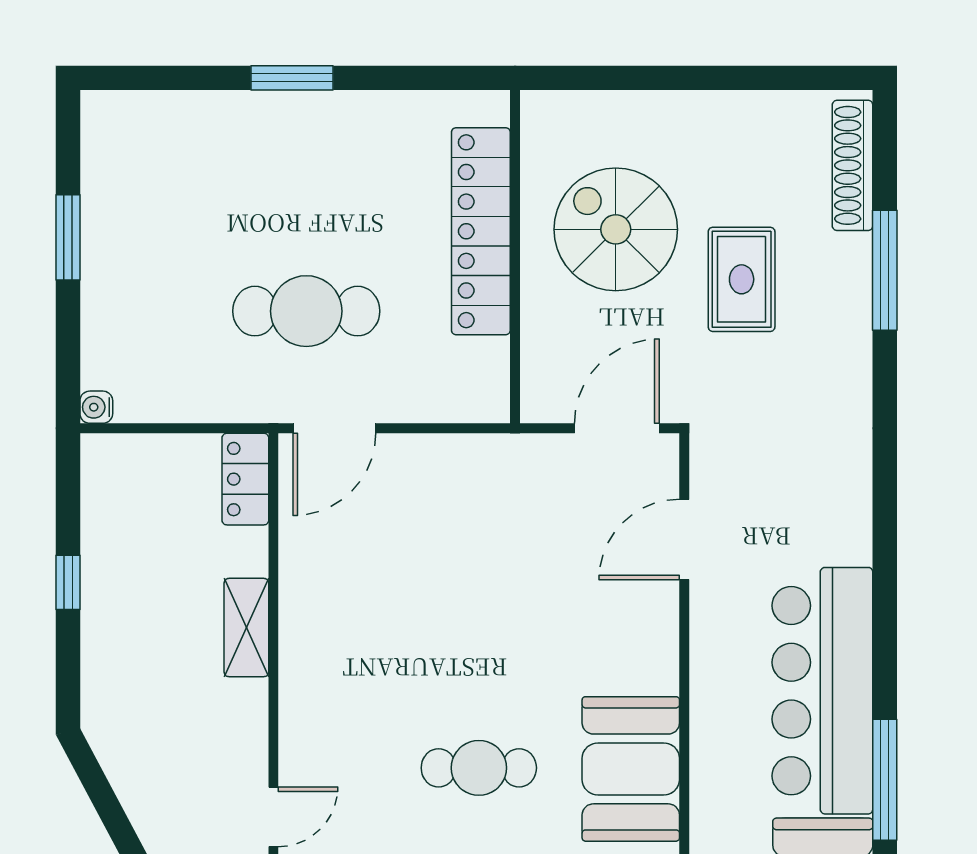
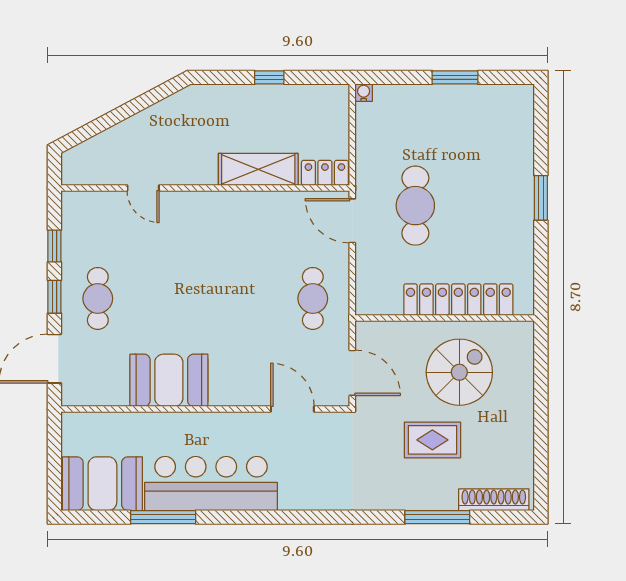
shelving: (246, 628) -> (258, 169), width x1.50, depth x1.33
cafe table: (479, 768) -> (313, 298), moved

